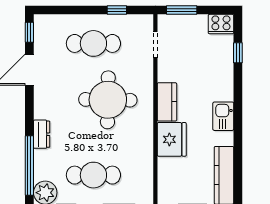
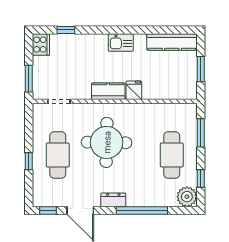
window: (117, 10) -> (29, 161), moved
dresser: (42, 134) -> (113, 200), moved
fridge: (172, 139) -> (134, 90), width x0.53, depth x0.75
window: (29, 166) -> (142, 210), moved

